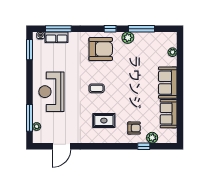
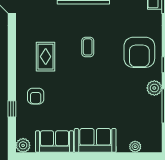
plant: (152, 138) -> (23, 145), moved

